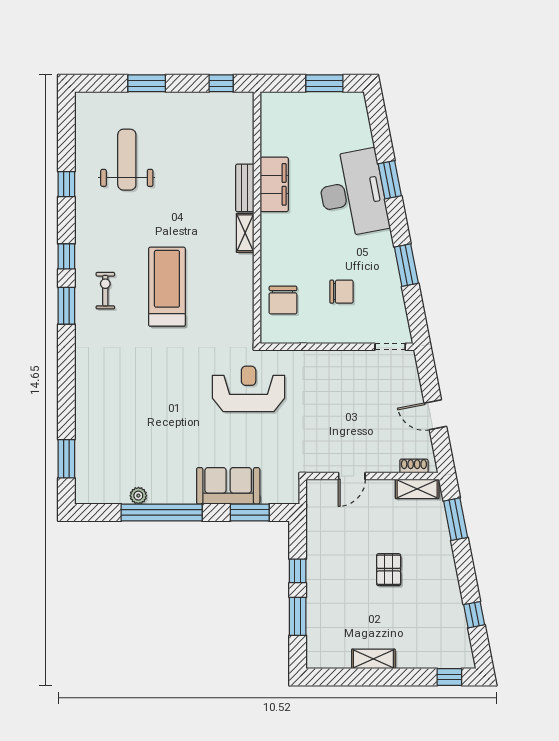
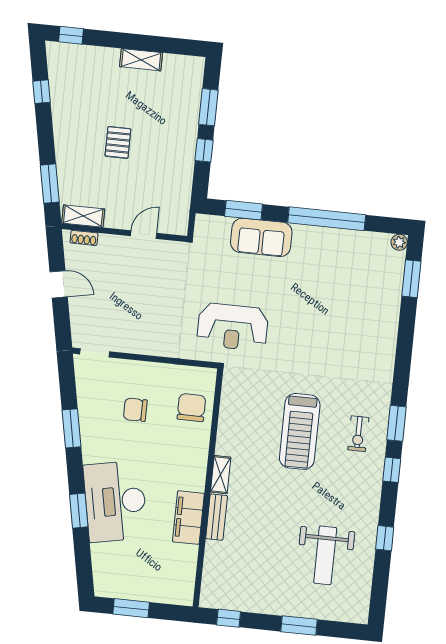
plant: (138, 496) -> (399, 242), moved

